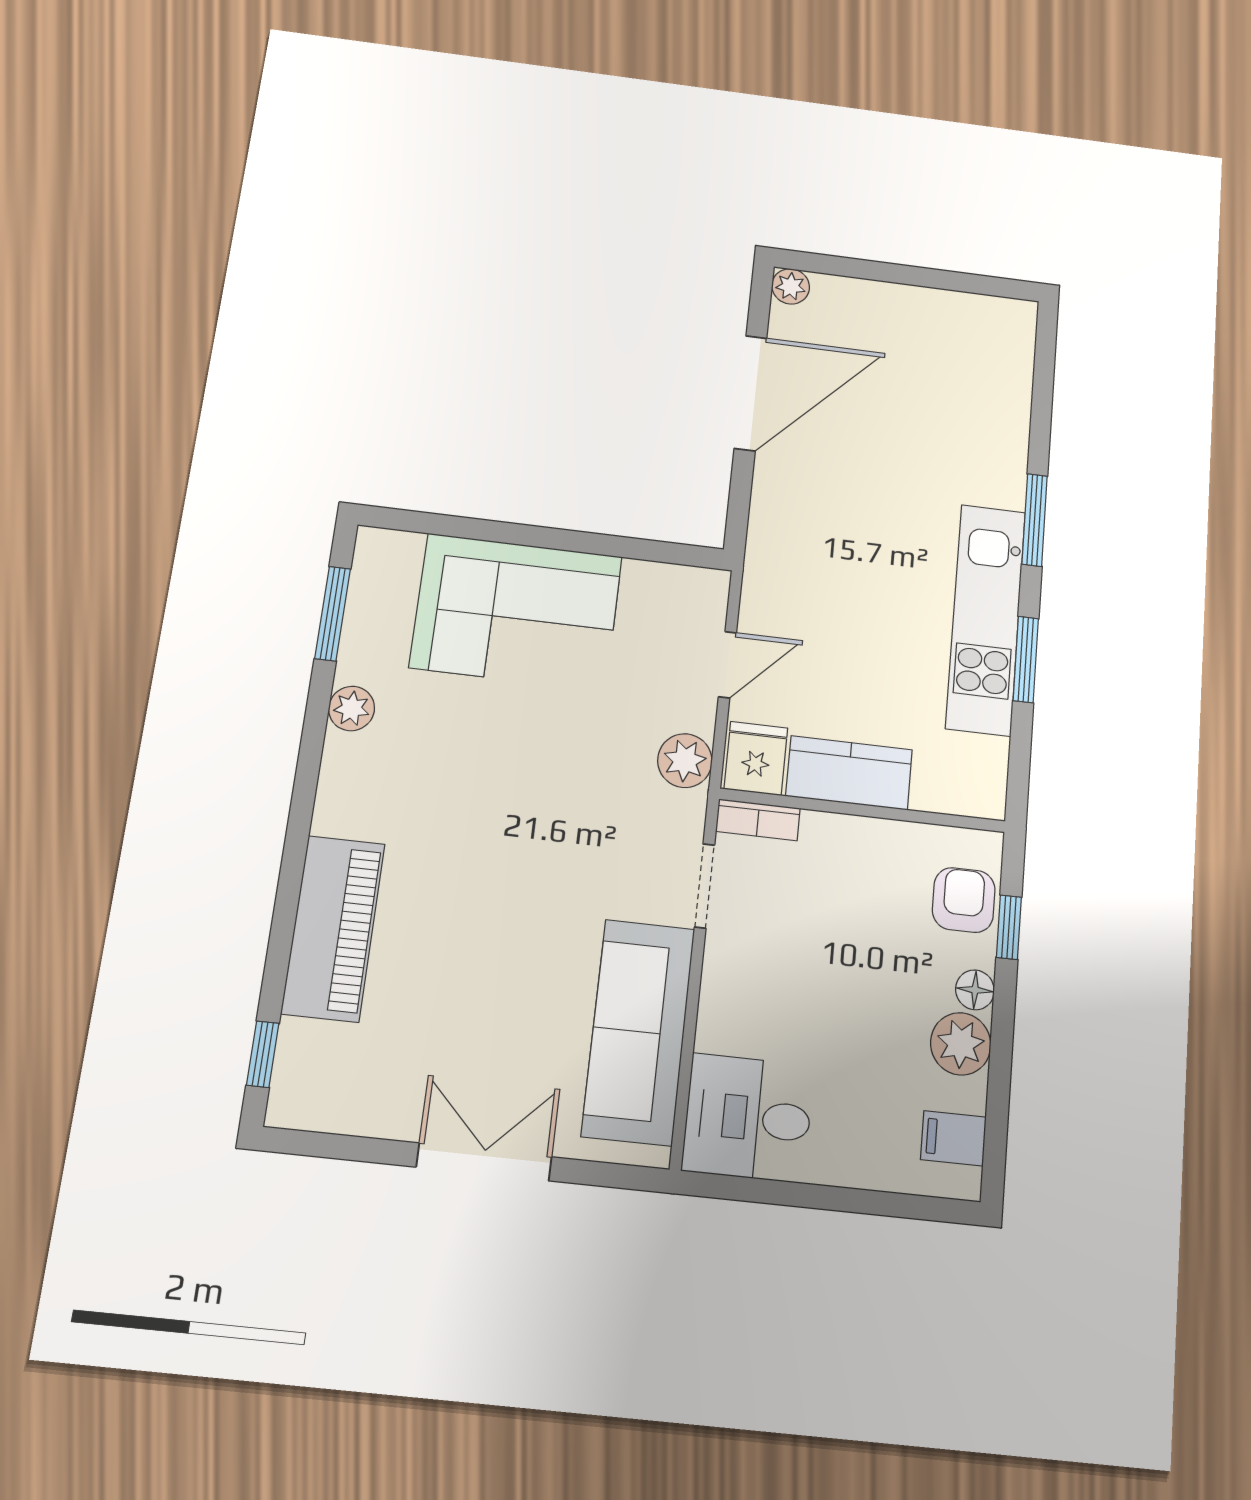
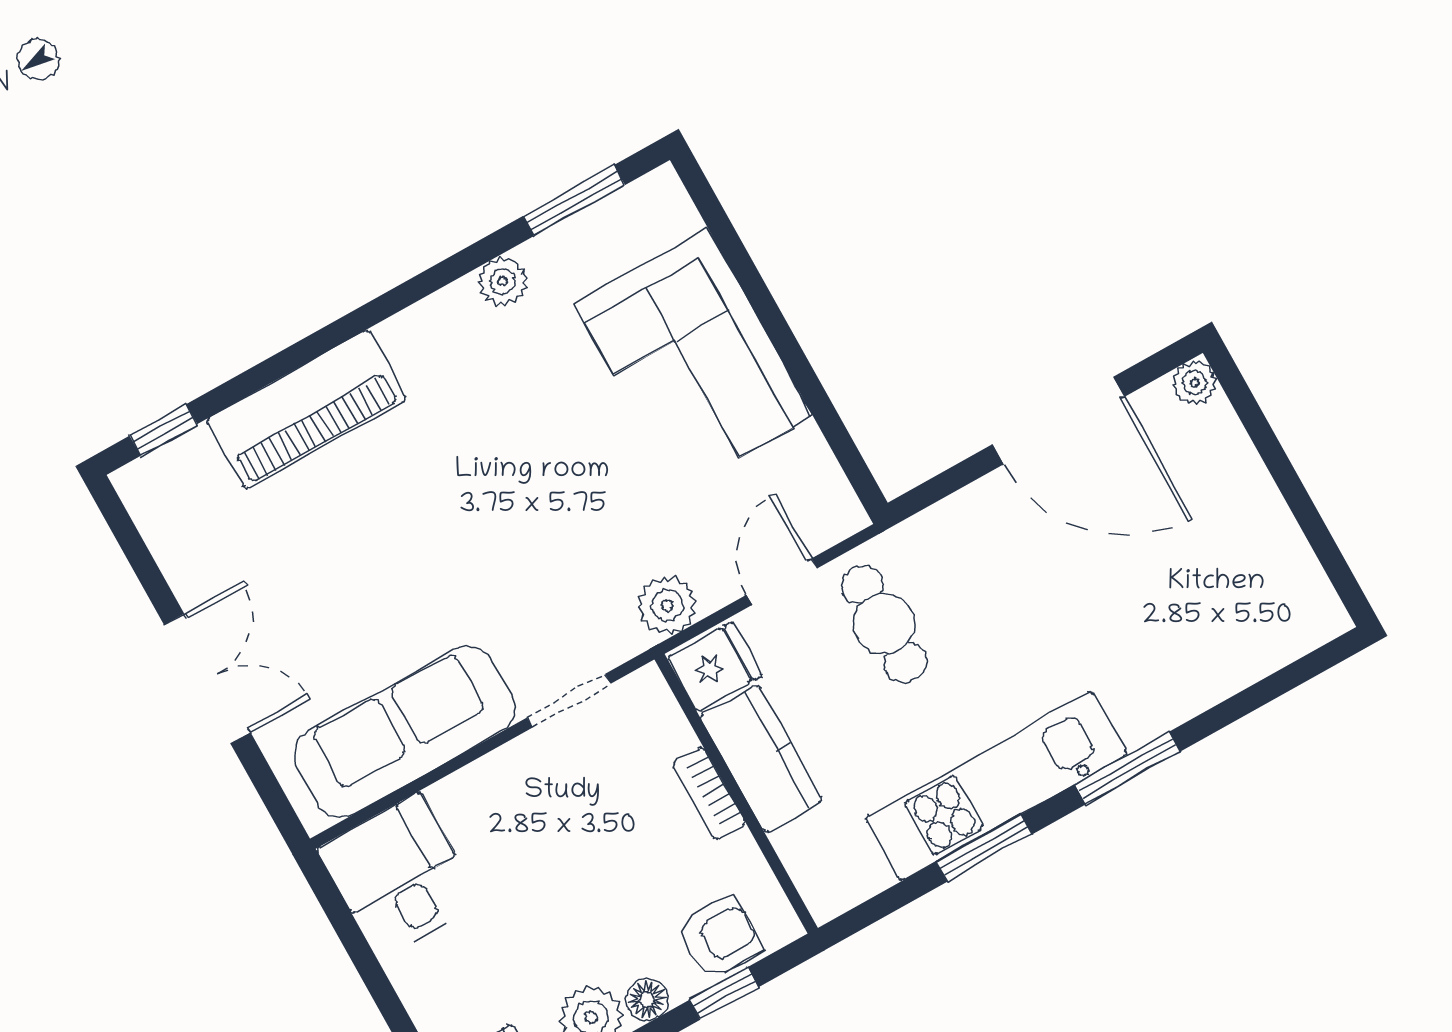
cafe table: (811, 614) -> (884, 624), added
door: (727, 665) -> (782, 582), swing flipped
bookcase: (758, 820) -> (709, 793), moved

